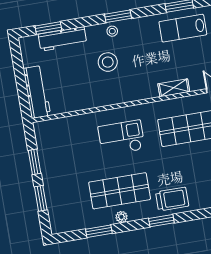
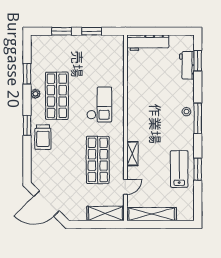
window: (118, 16) -> (198, 118), width x1.44
workbench: (62, 39) -> (187, 65), width x0.73
stool: (108, 62) -> (162, 104), removed

